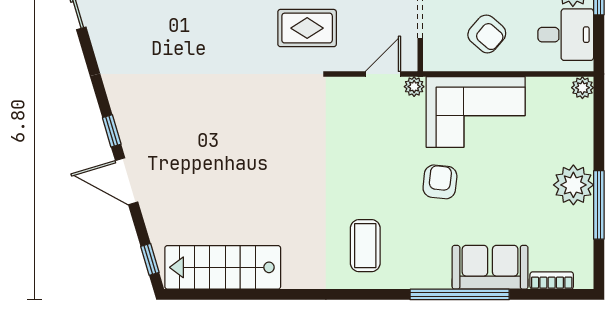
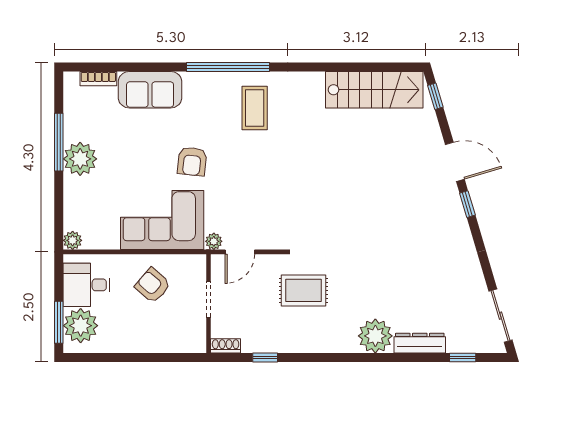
window: (460, 294) -> (228, 67), moved

